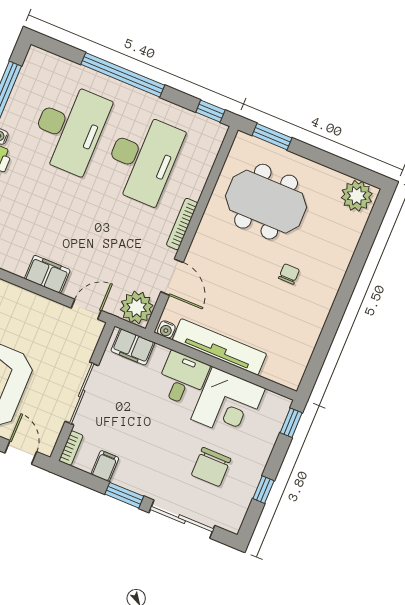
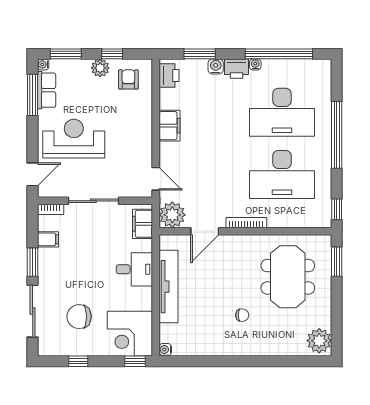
filing cabinet: (47, 274) -> (169, 126), moved
water cooler: (166, 329) -> (165, 349), moved
corner desk: (228, 404) -> (130, 334), moved

